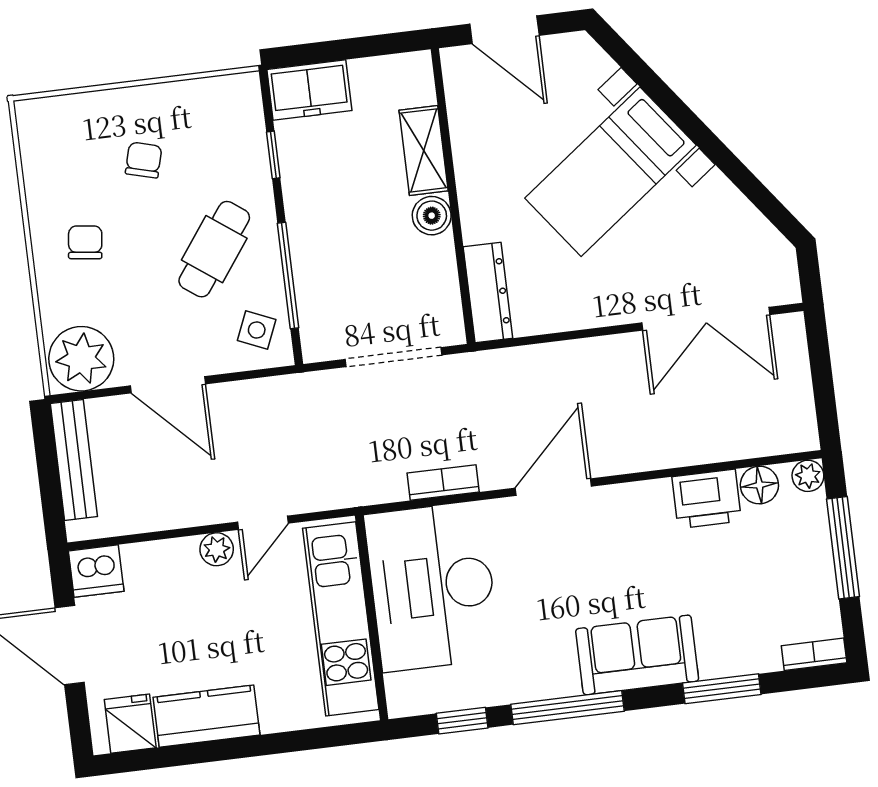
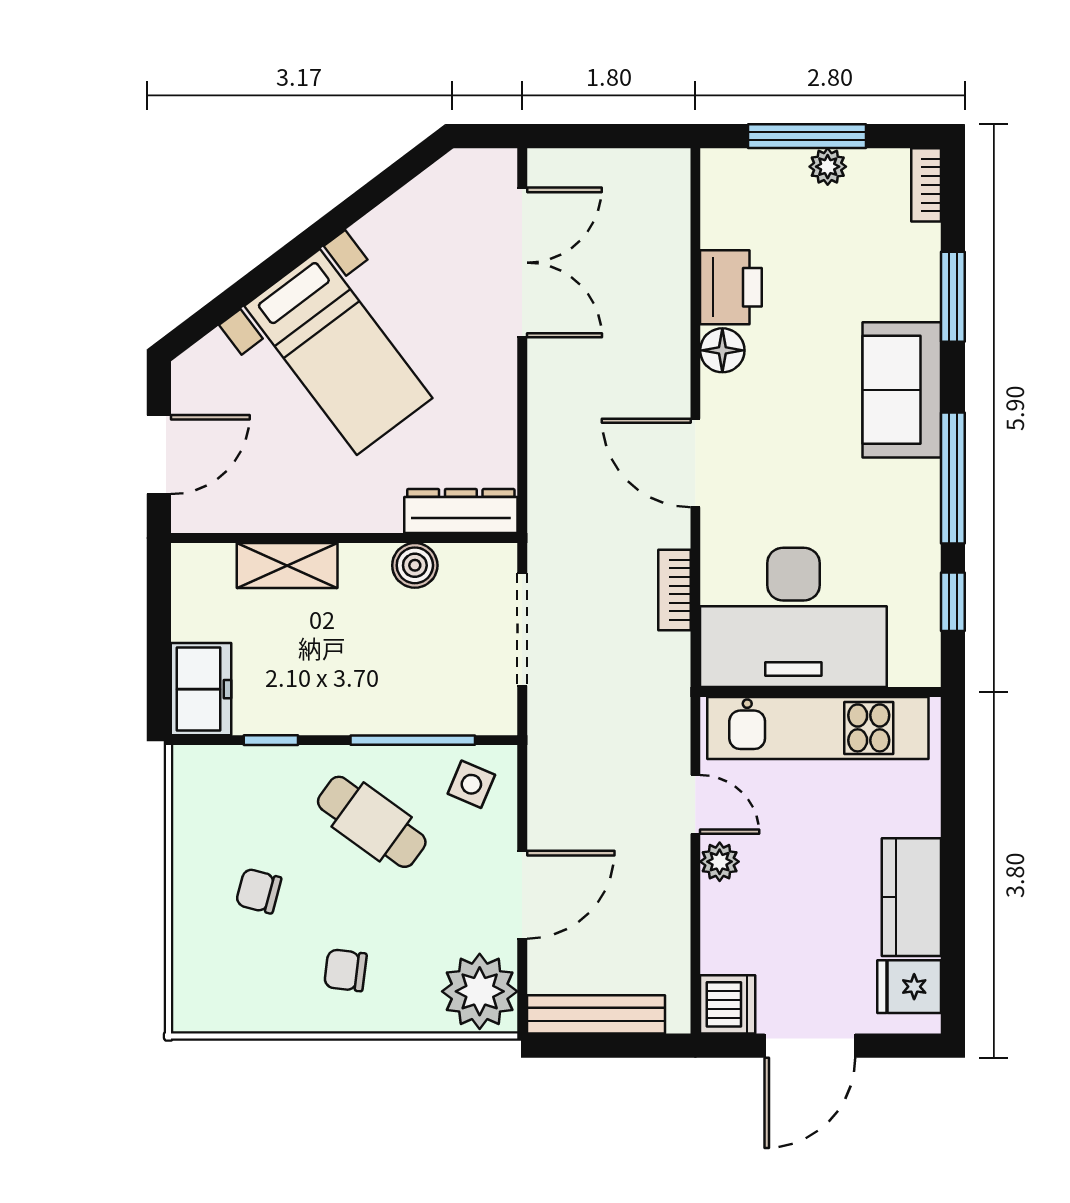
boiler: (432, 216) -> (415, 565), moved
plant: (808, 476) -> (828, 167), moved
floor lamp: (759, 485) -> (722, 350), moved

